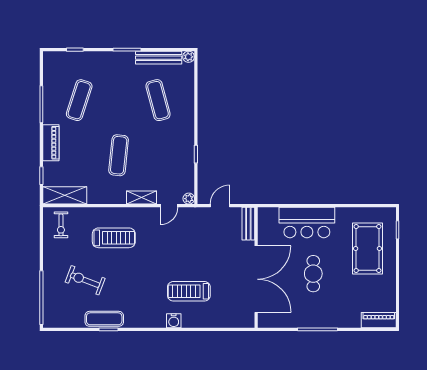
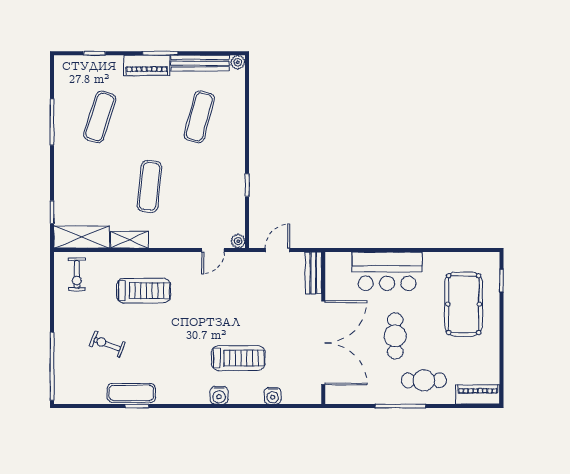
exercise mat: (158, 100) -> (199, 117), turned 30
piano: (51, 143) -> (147, 65), moved, turned 90
shelving: (141, 198) -> (130, 240), moved
exercise bike: (85, 280) -> (107, 344), width x0.73, depth x0.72
treadmill: (189, 291) -> (238, 358), turned 180
cafe table: (336, 309) -> (424, 380), added
water cooler: (216, 321) -> (273, 396), added

